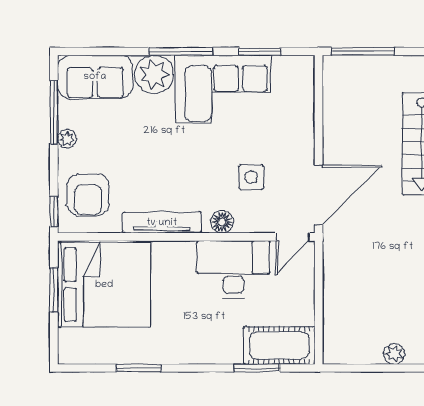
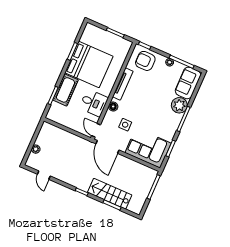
corner sofa: (223, 89) -> (148, 148), moved, turned 90
desk: (233, 269) -> (94, 103), width x0.73
bed: (104, 285) -> (89, 64), moved, turned -90
cot: (279, 345) -> (66, 90), moved

